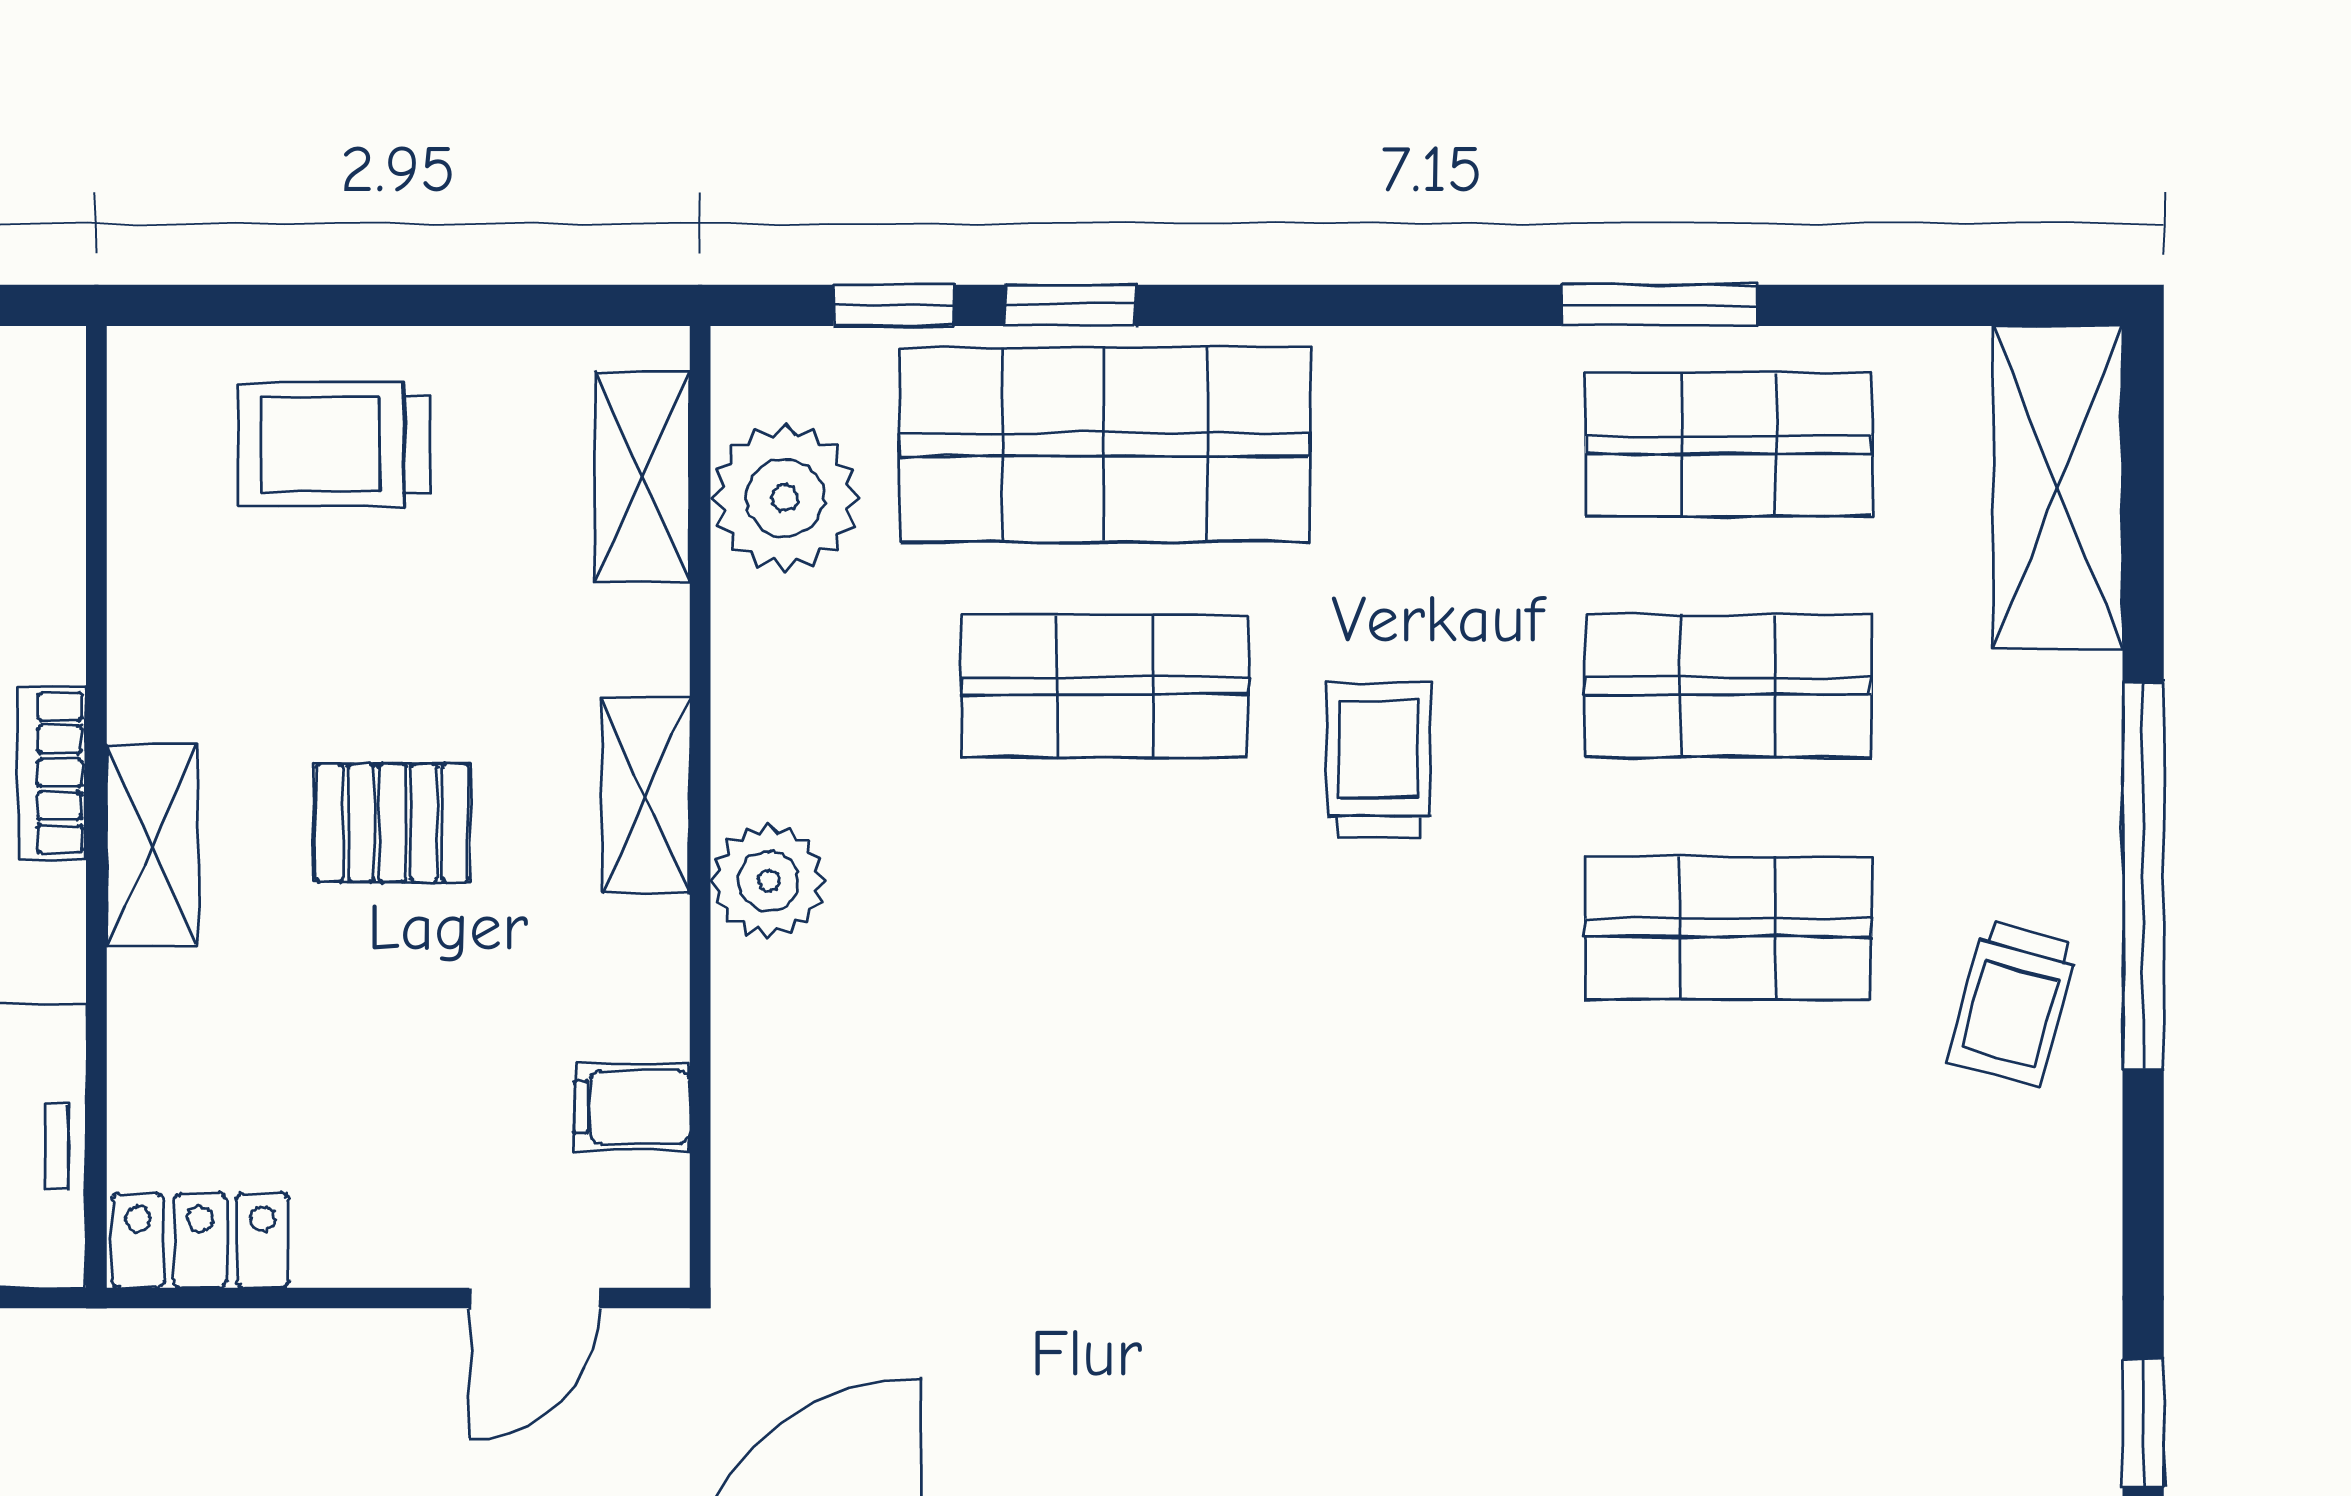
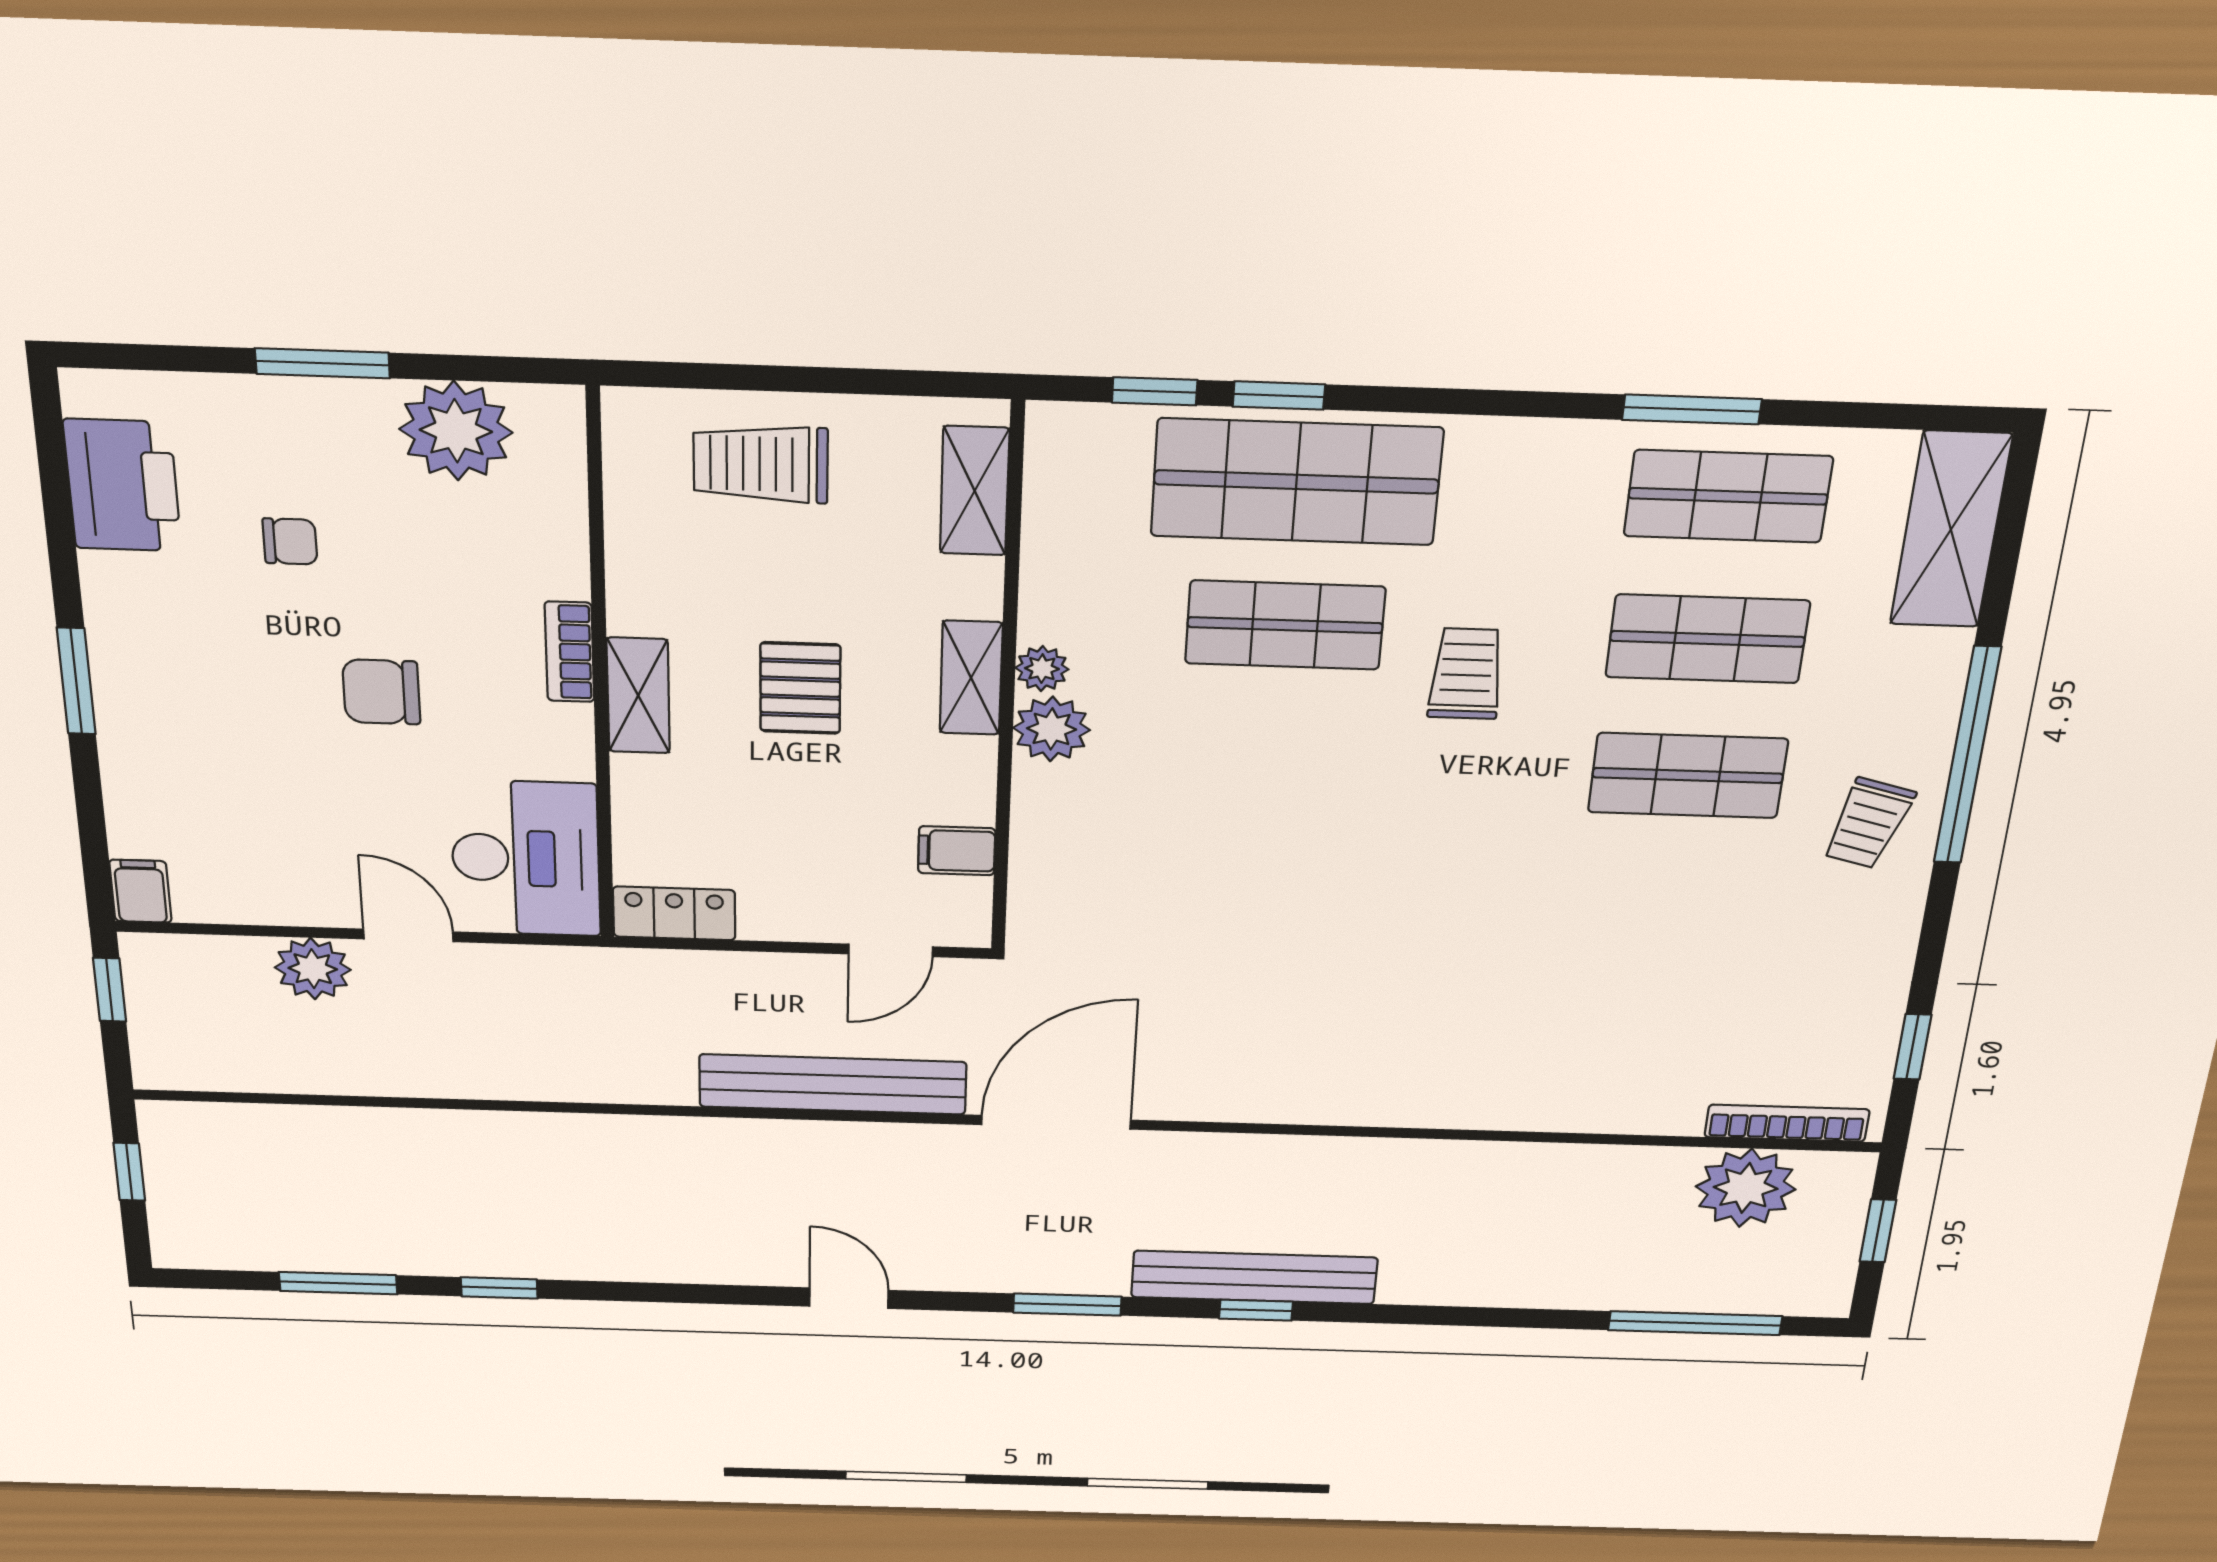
plant: (785, 498) -> (1042, 669), moved, width x0.53, depth x0.53
pallet: (393, 823) -> (800, 688), turned 90

